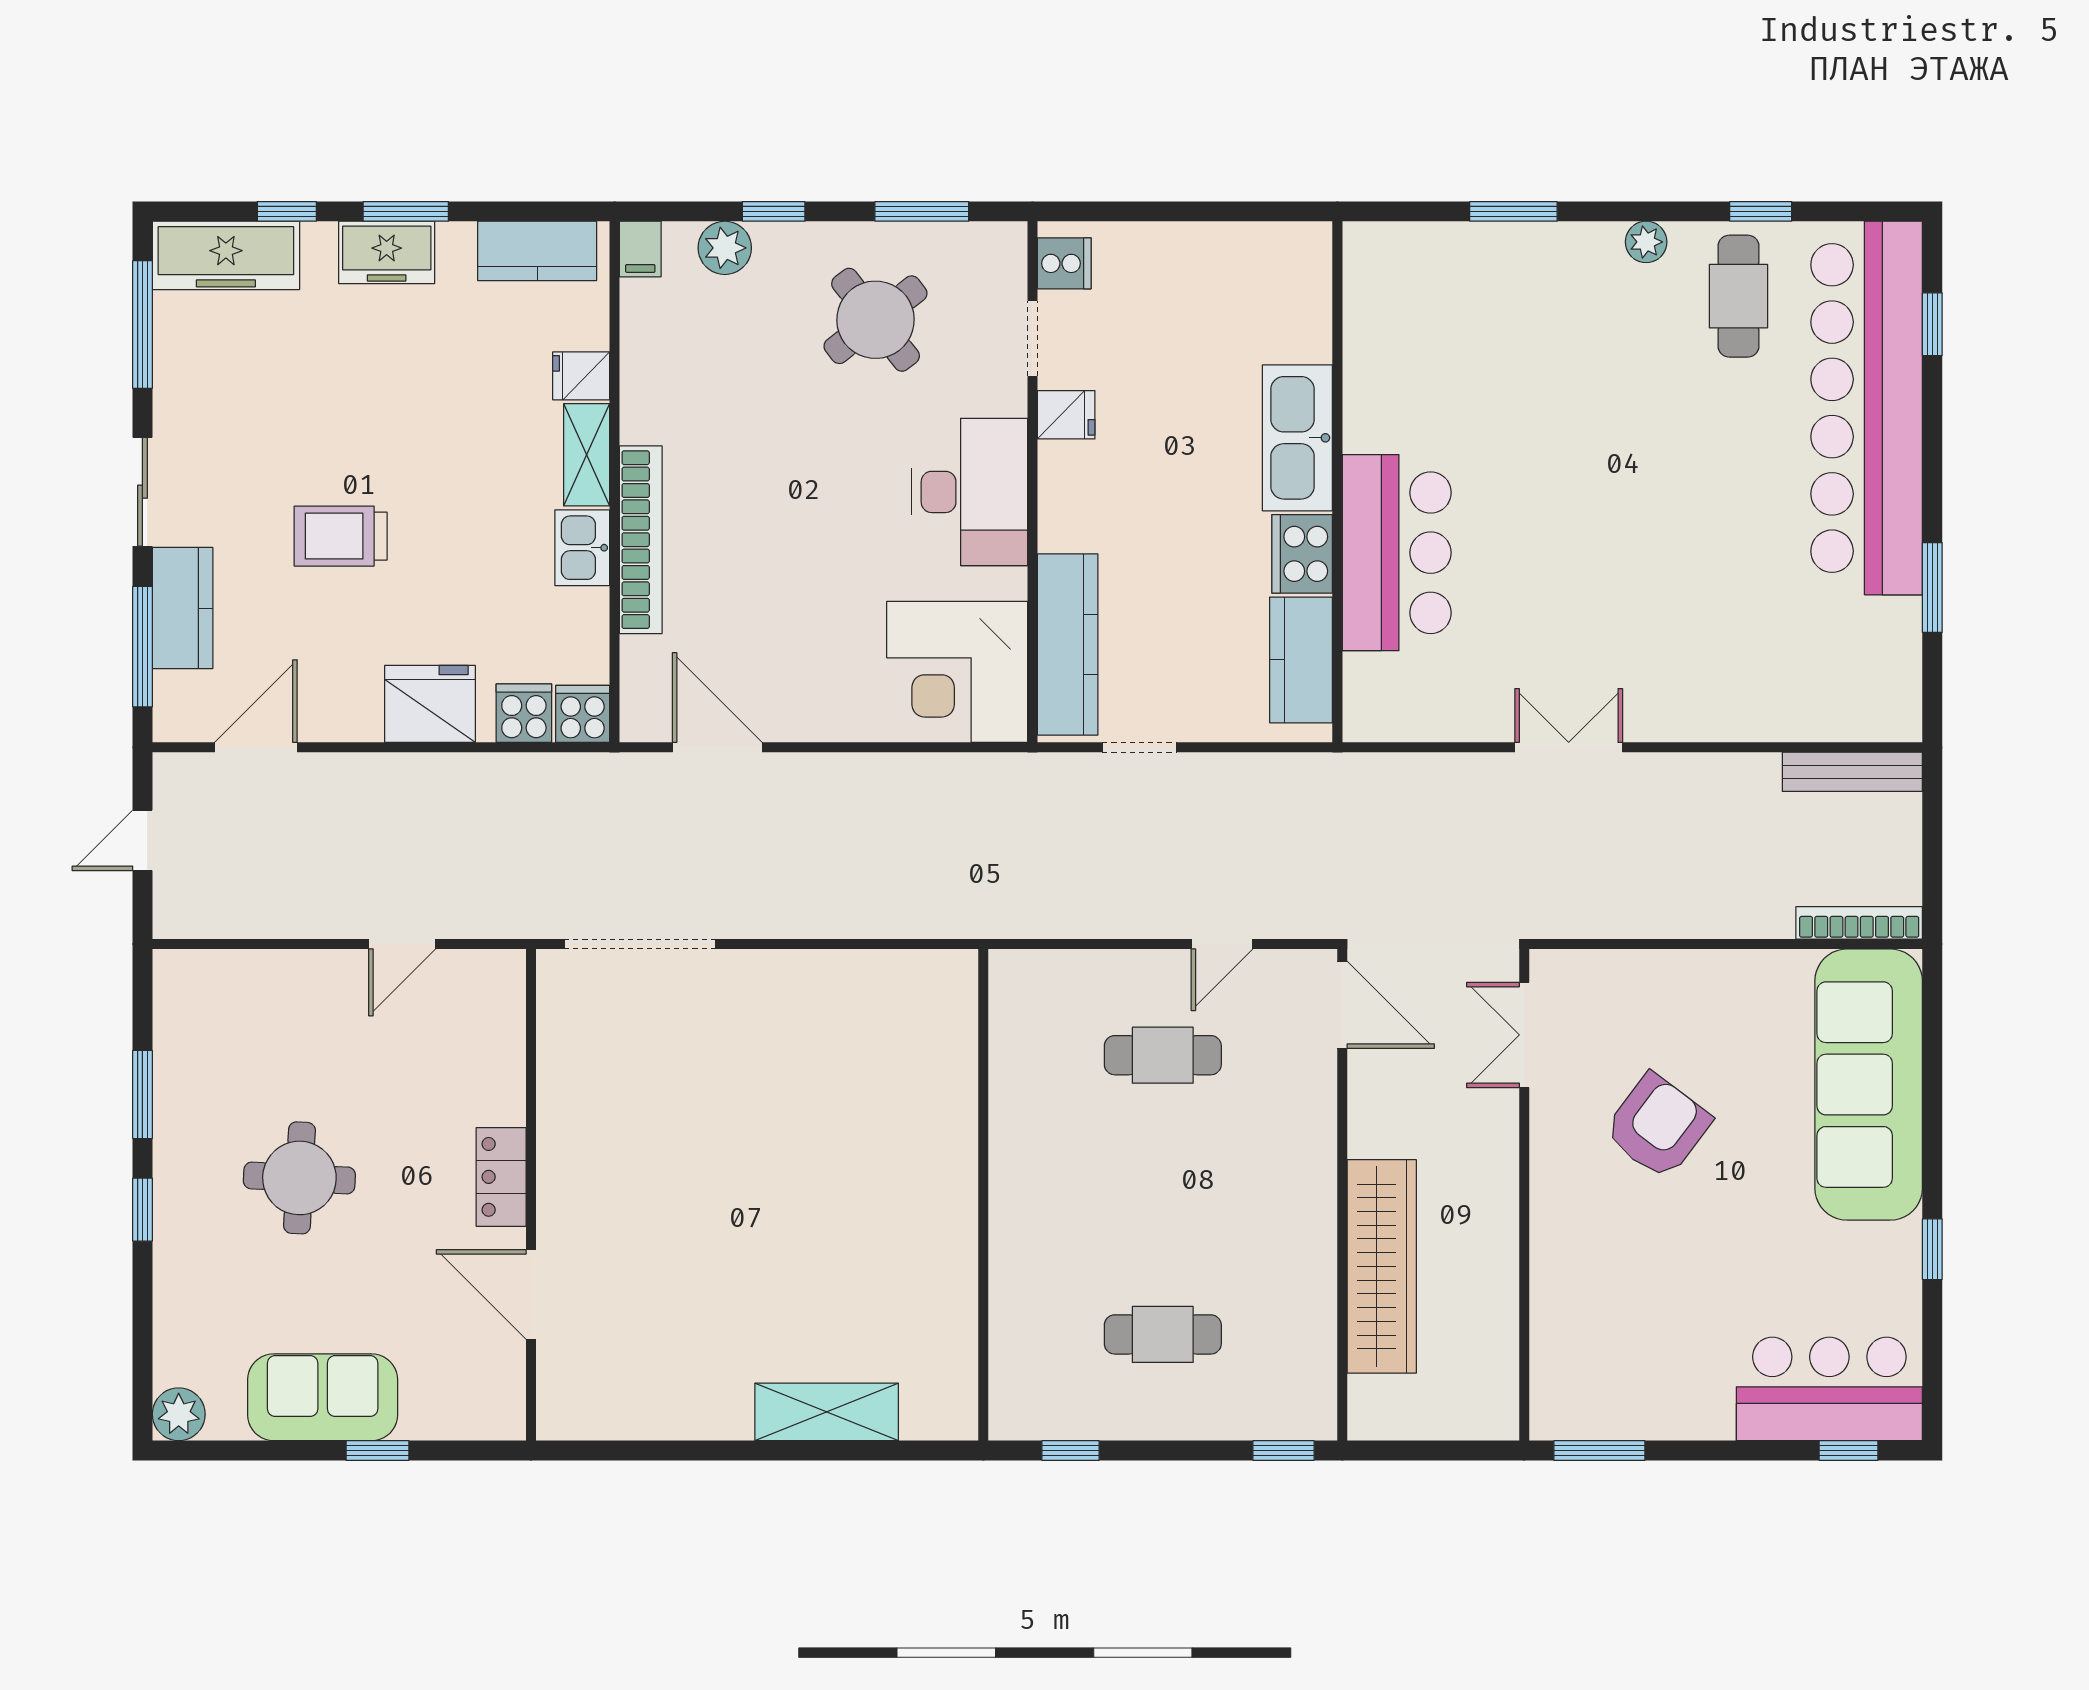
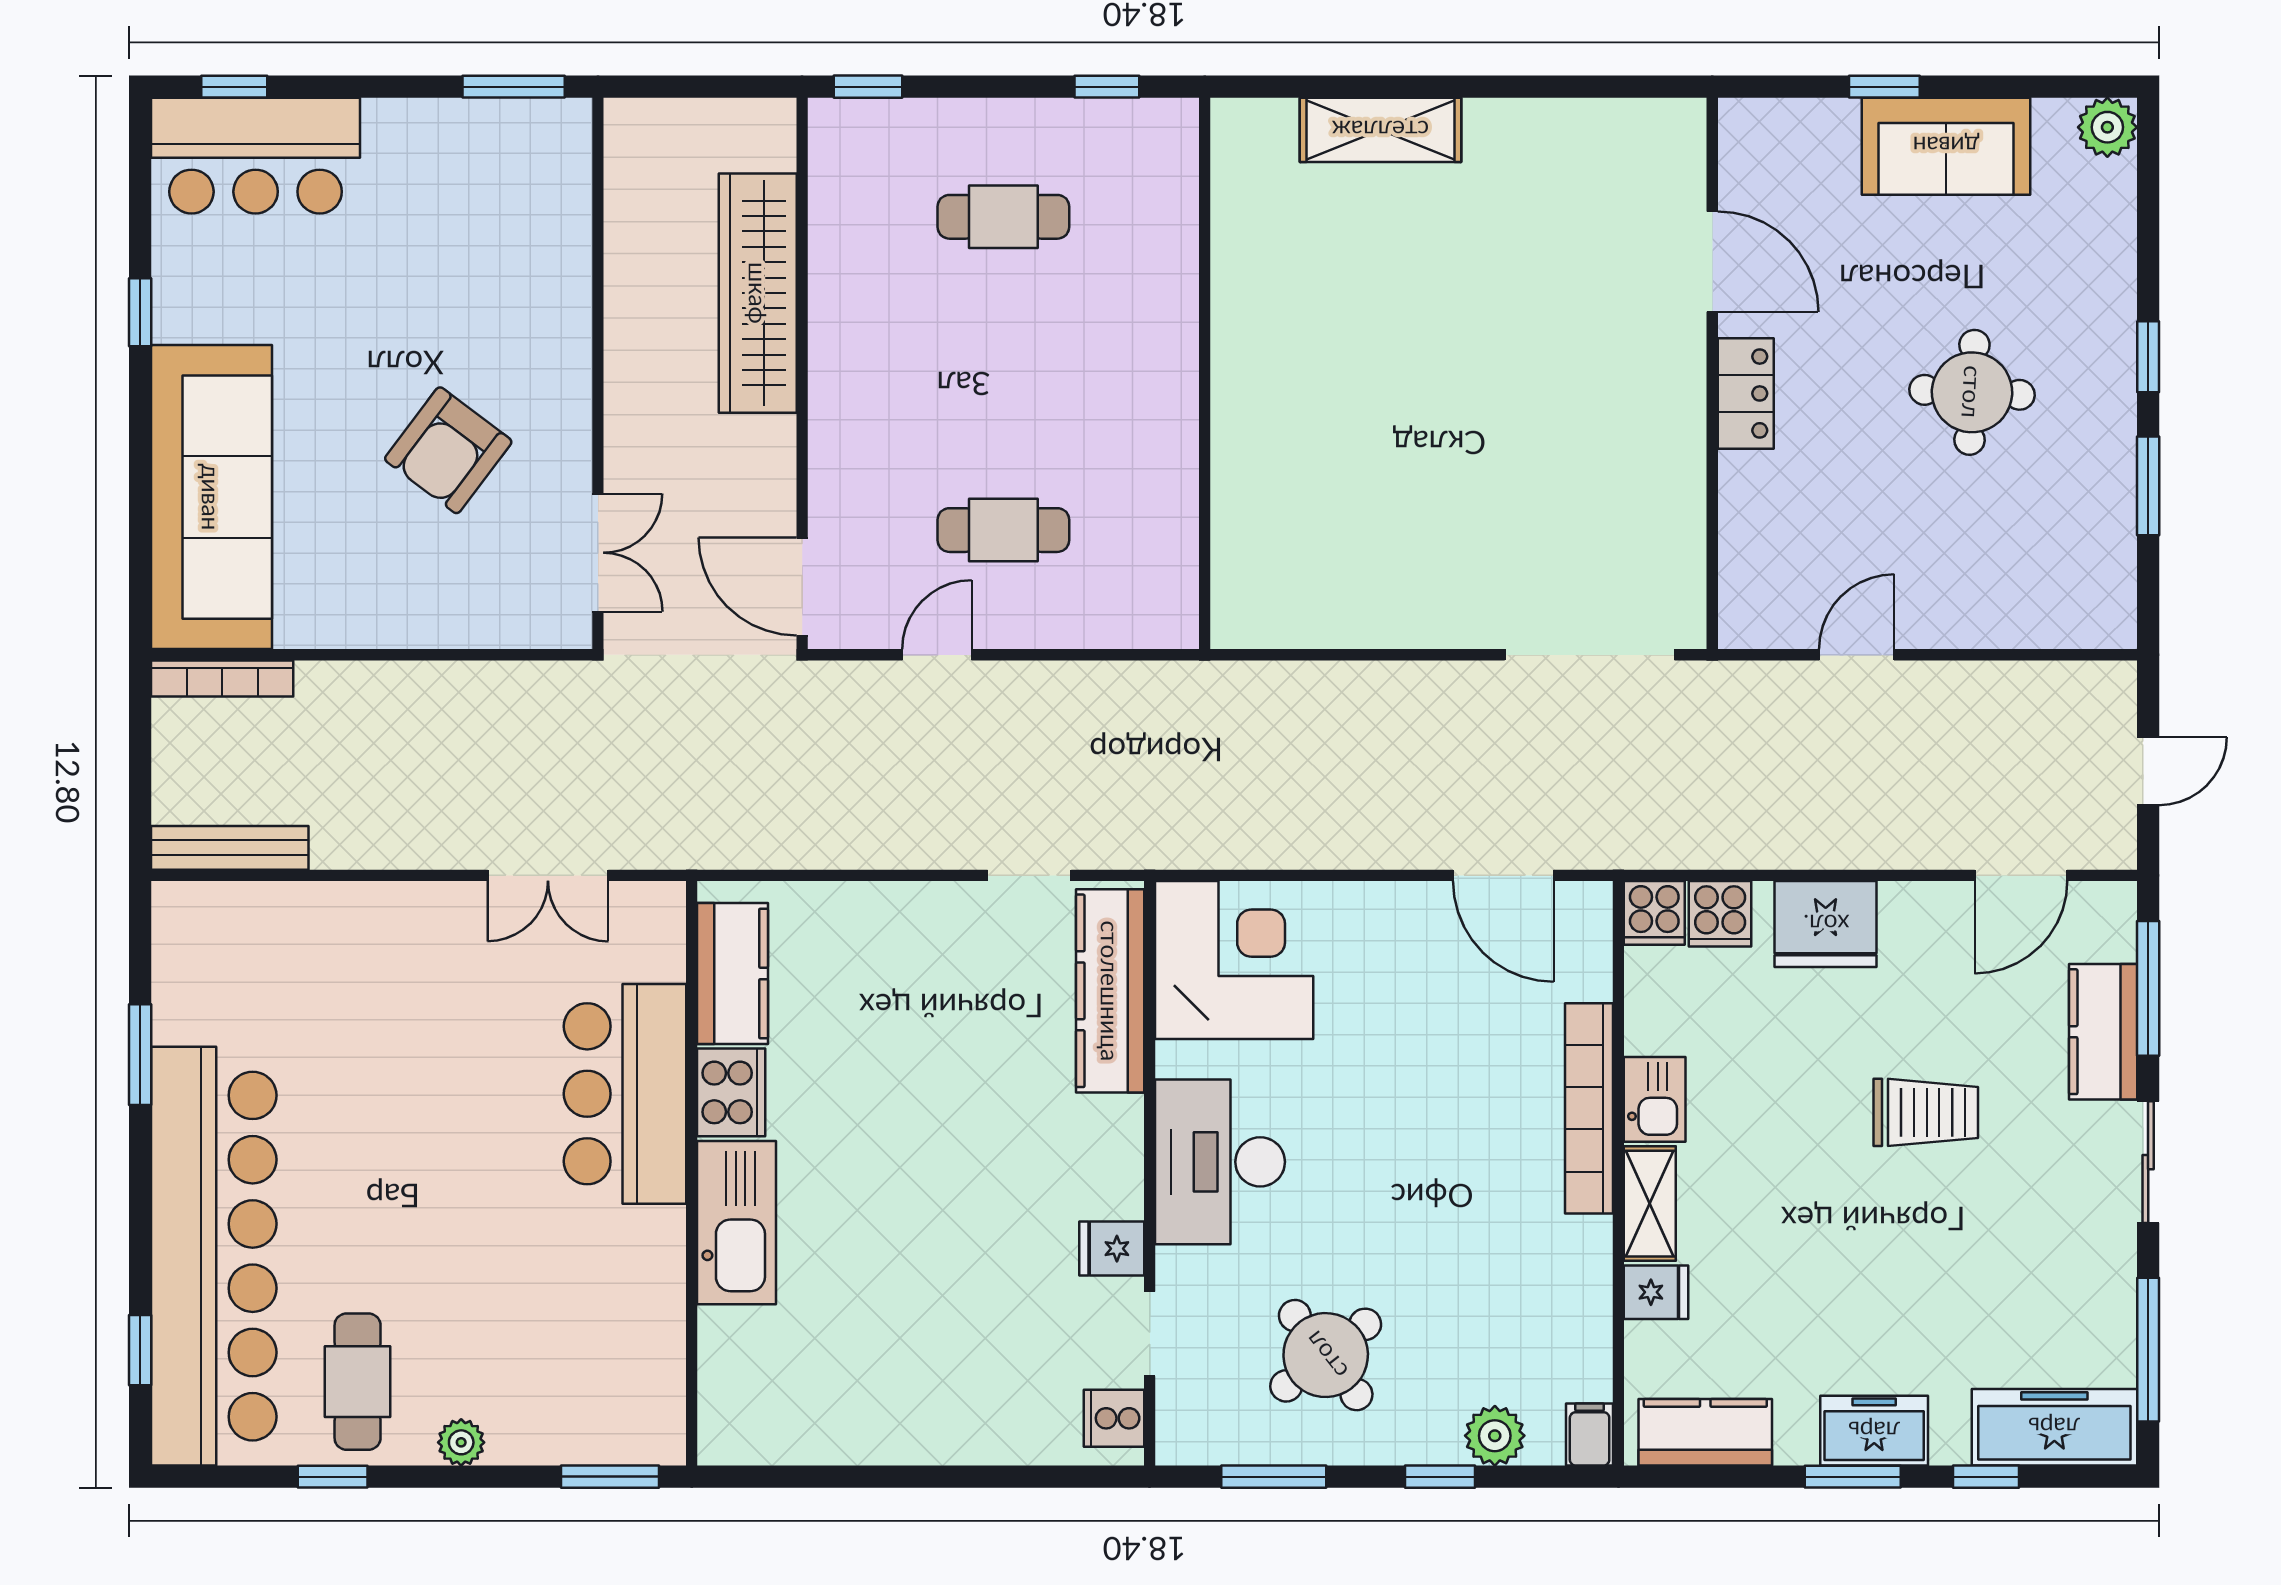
kitchen sink: (1297, 438) -> (736, 1223), moved
wall: (1337, 482) -> (692, 1173), moved
bar counter: (1397, 553) -> (625, 1094), moved
cooker: (1302, 554) -> (731, 1092), moved
kitchen counter: (1301, 660) -> (732, 973), moved

